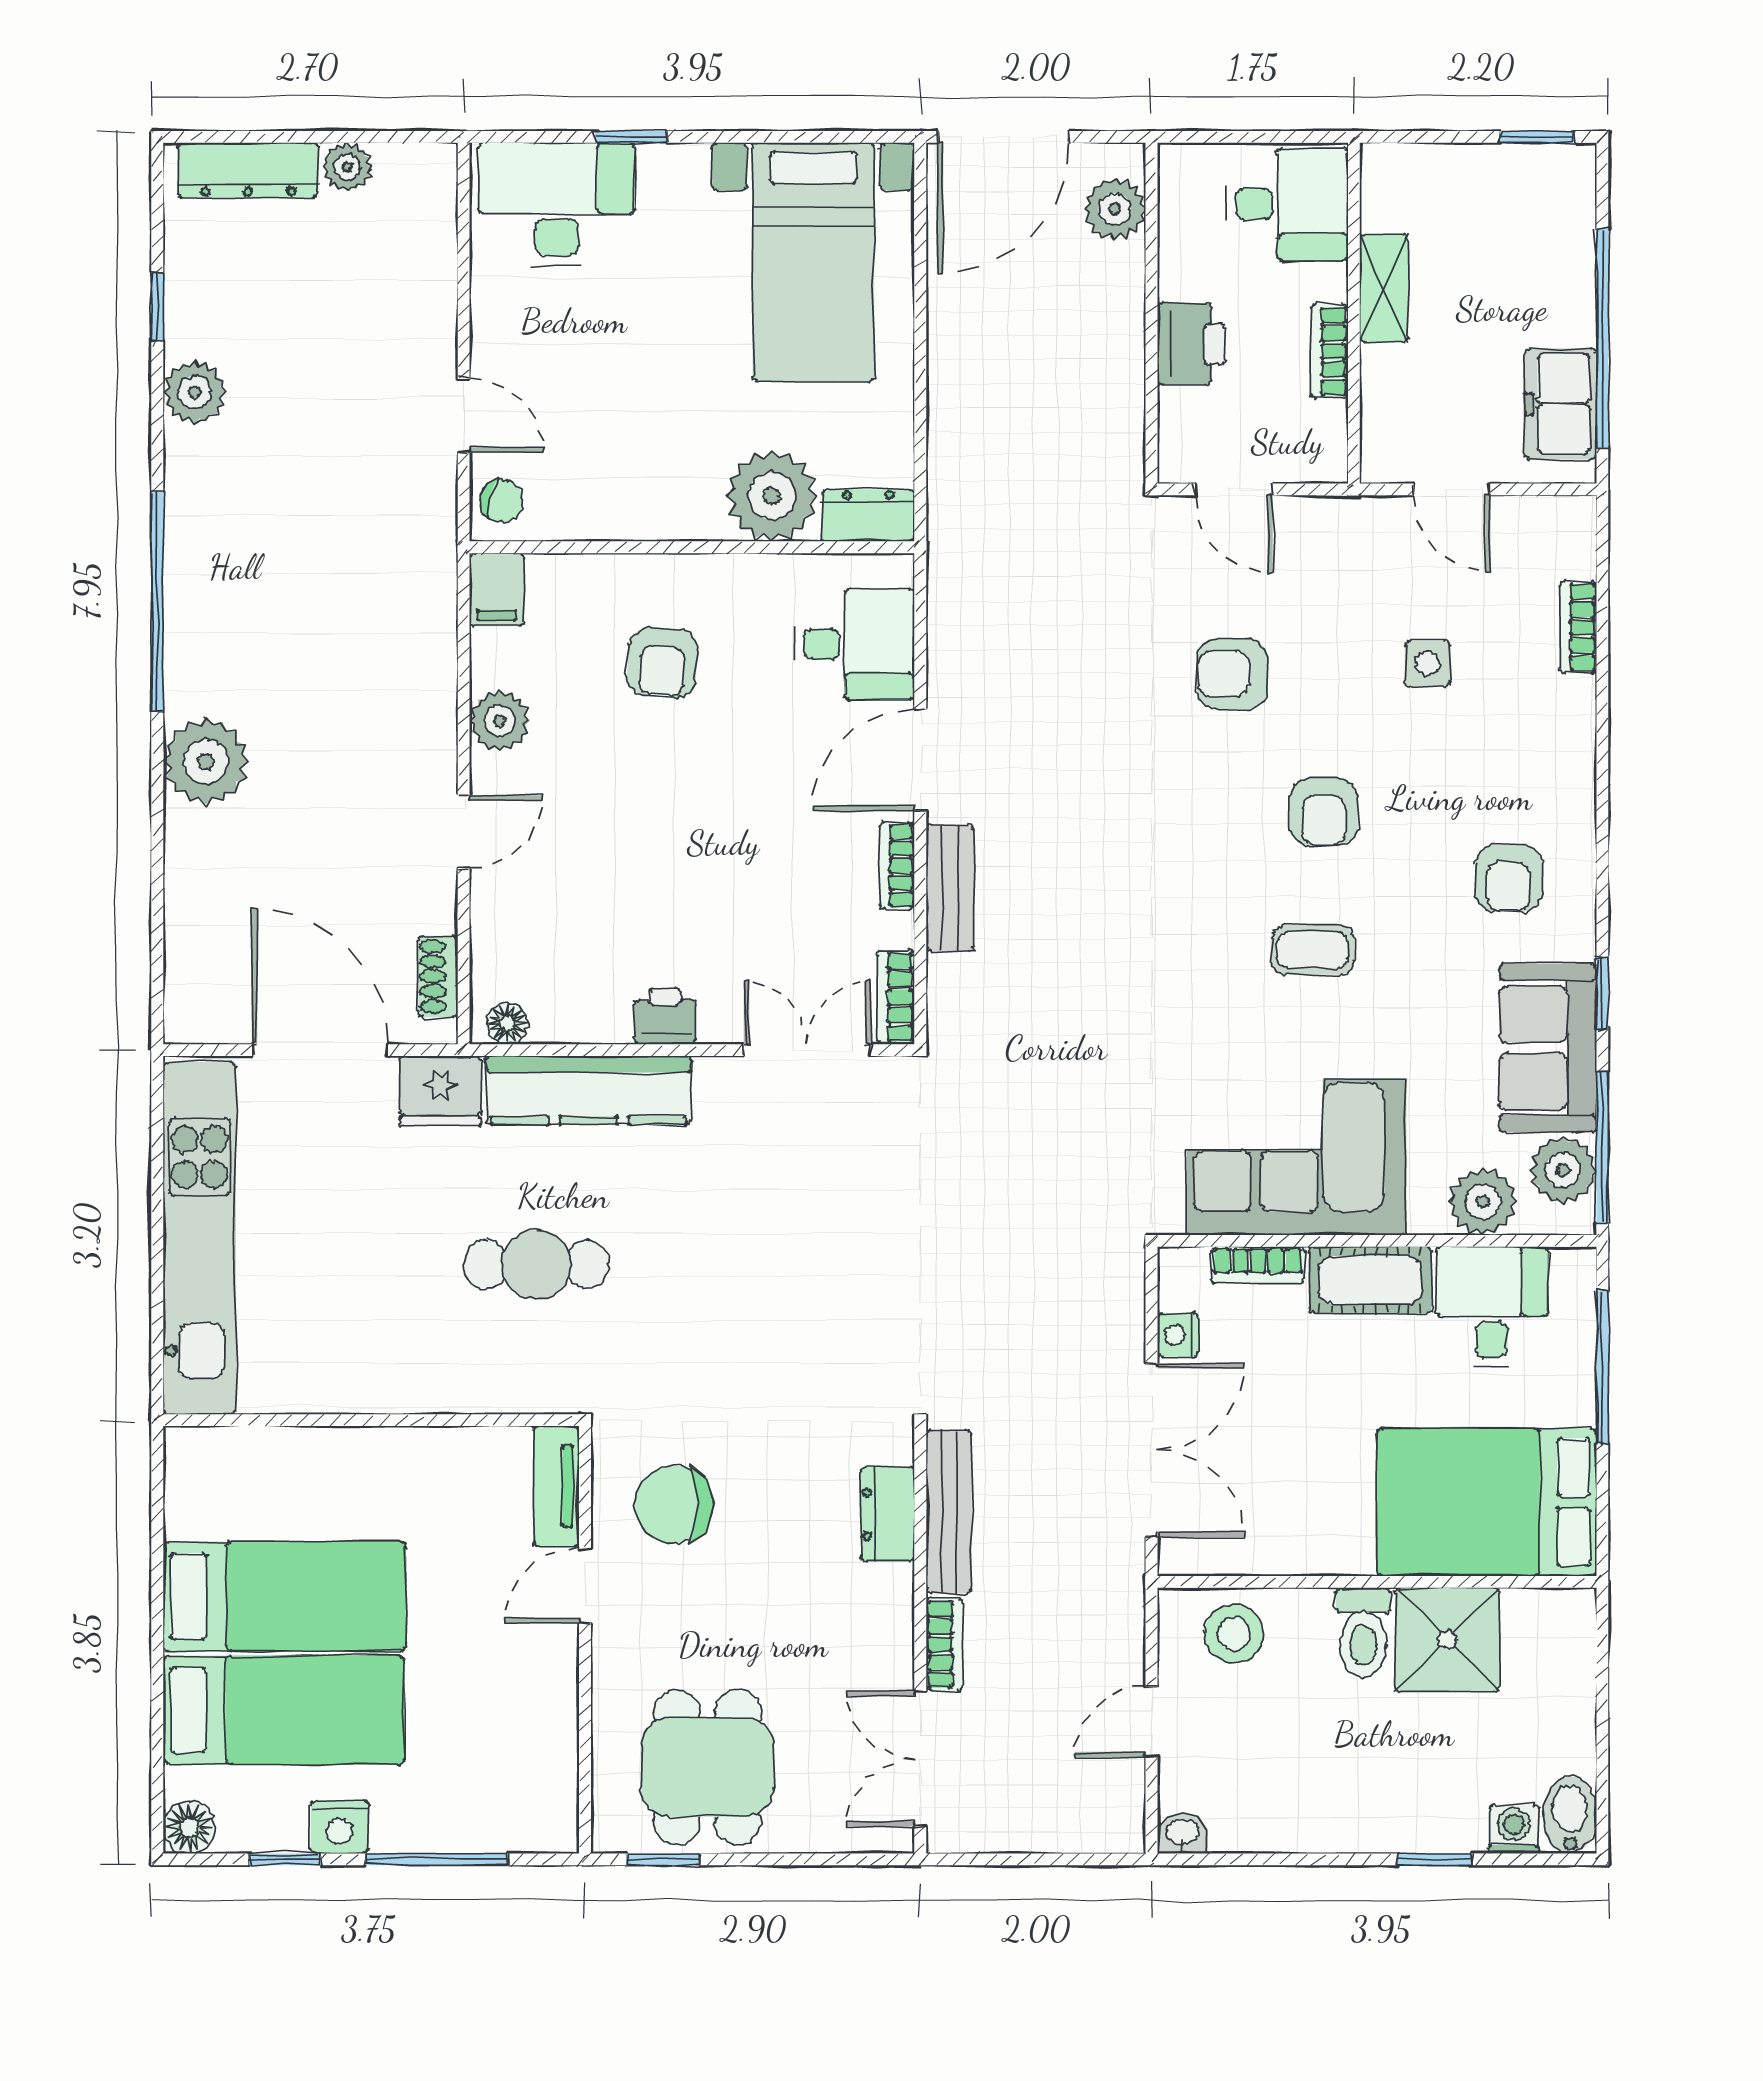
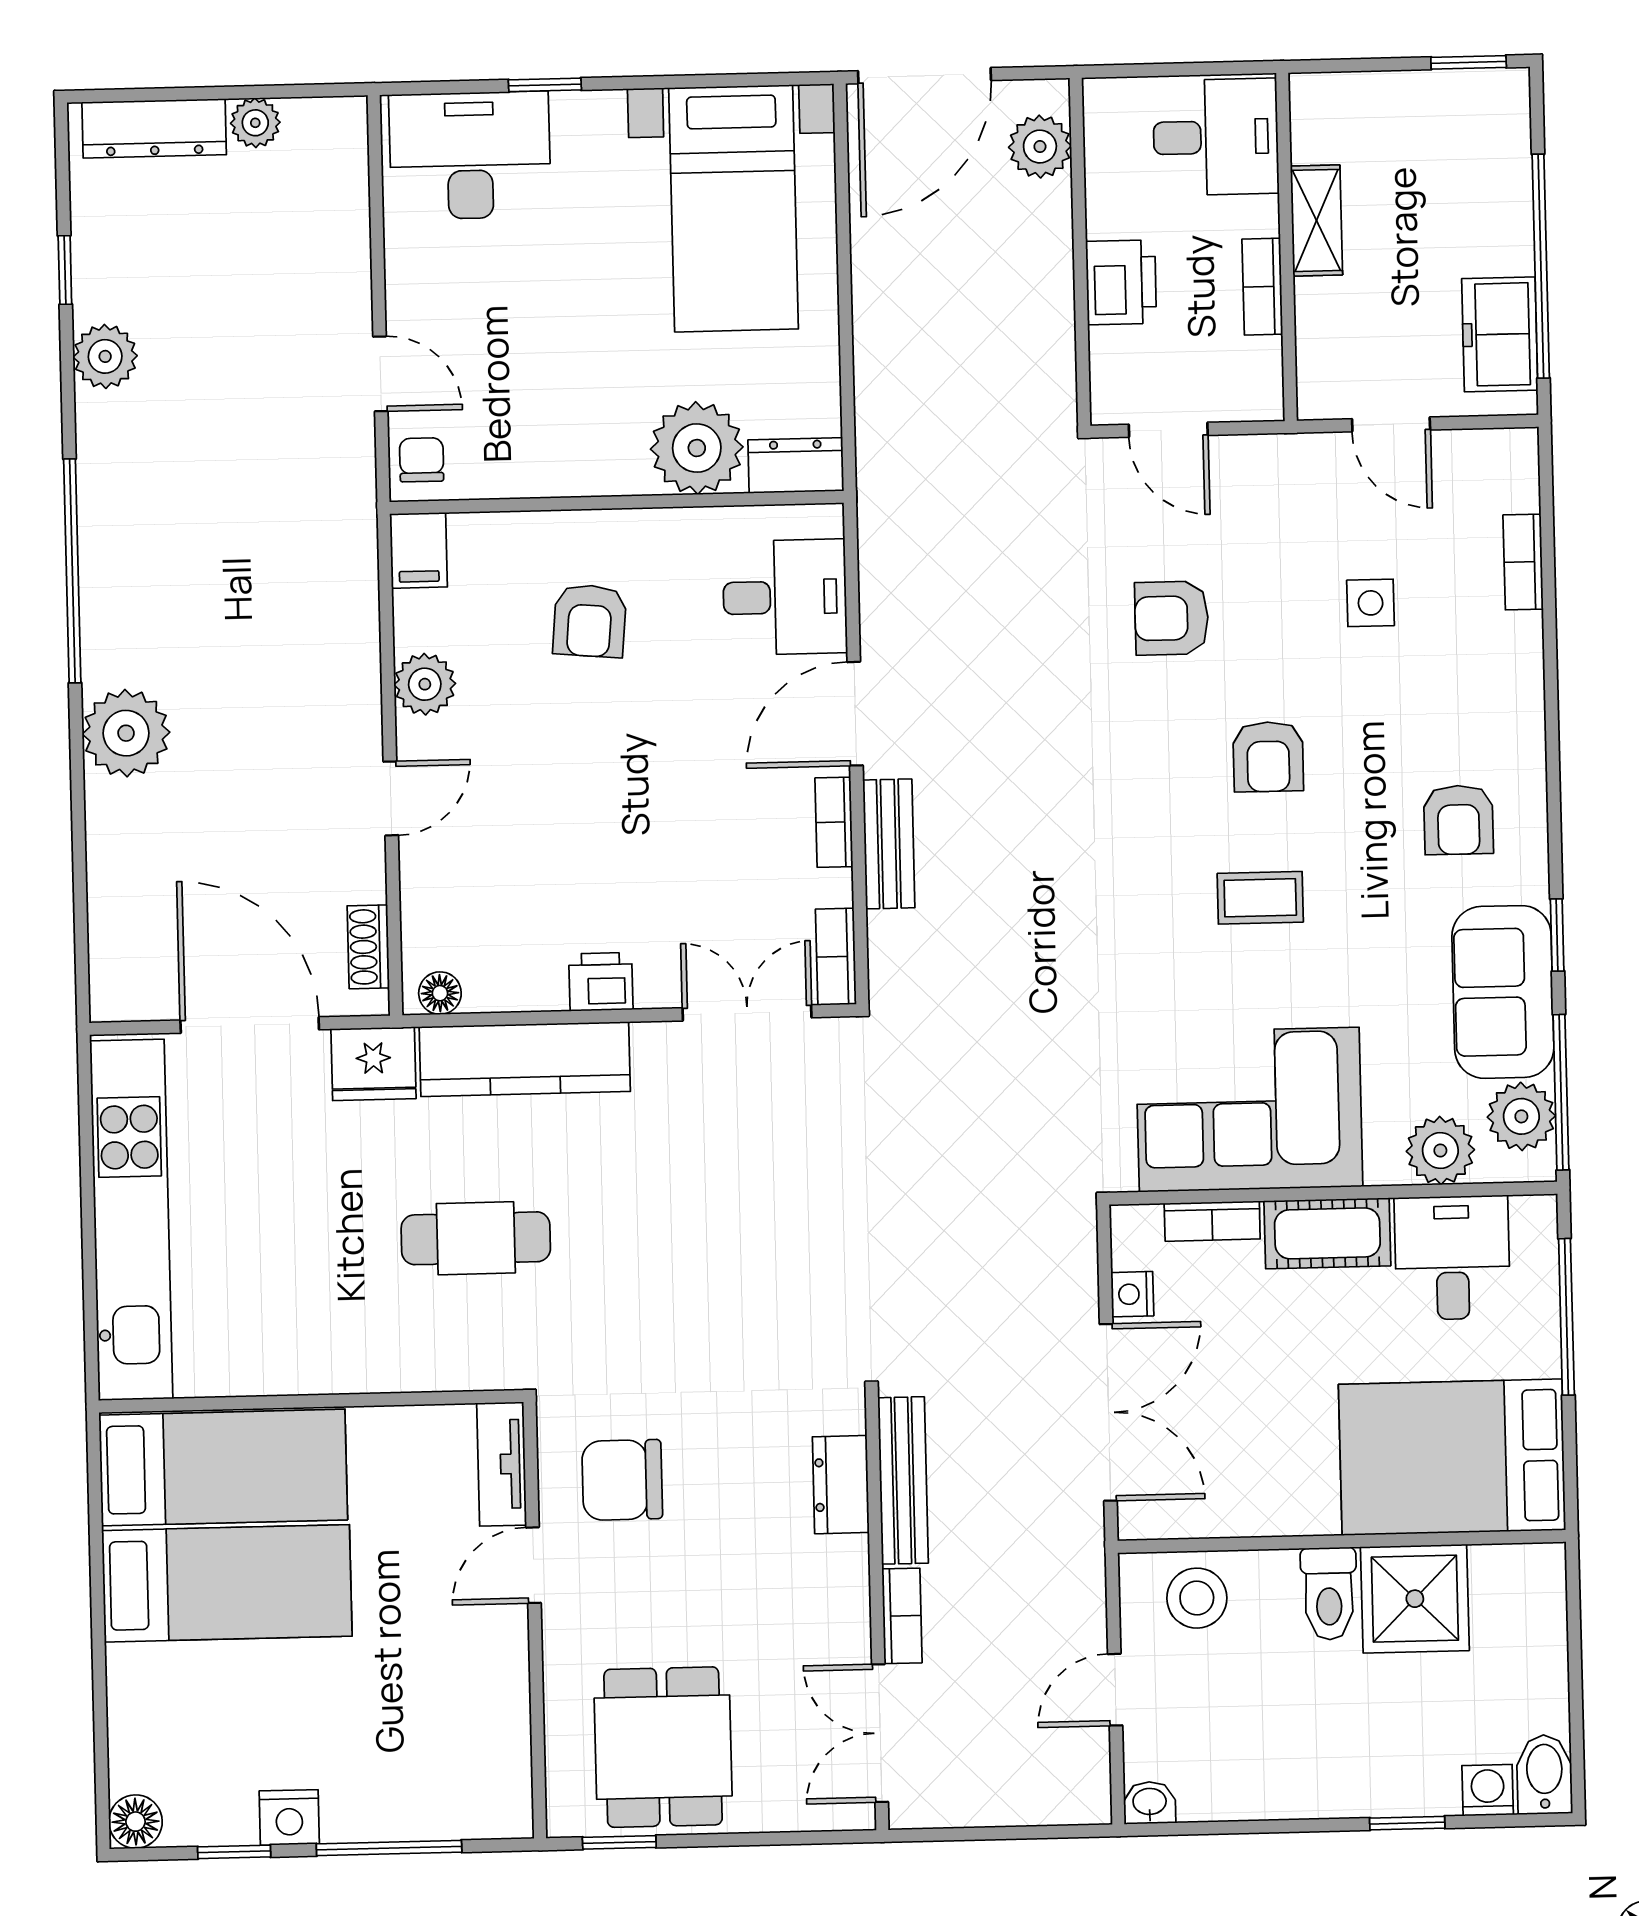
chair: (502, 501) -> (422, 460), turned -103
bed: (284, 1710) -> (223, 1467), moved

